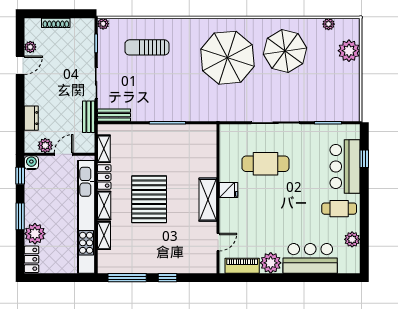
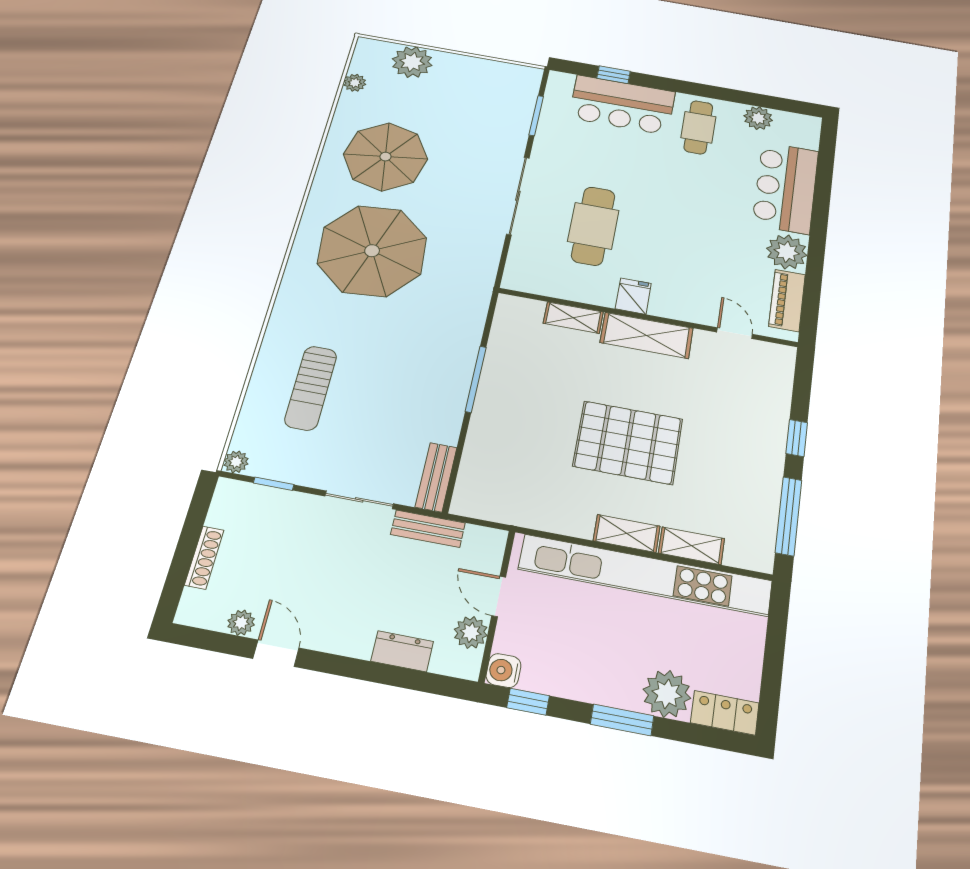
shelving: (104, 149) -> (573, 318), moved
locker: (104, 177) -> (565, 522), removed

